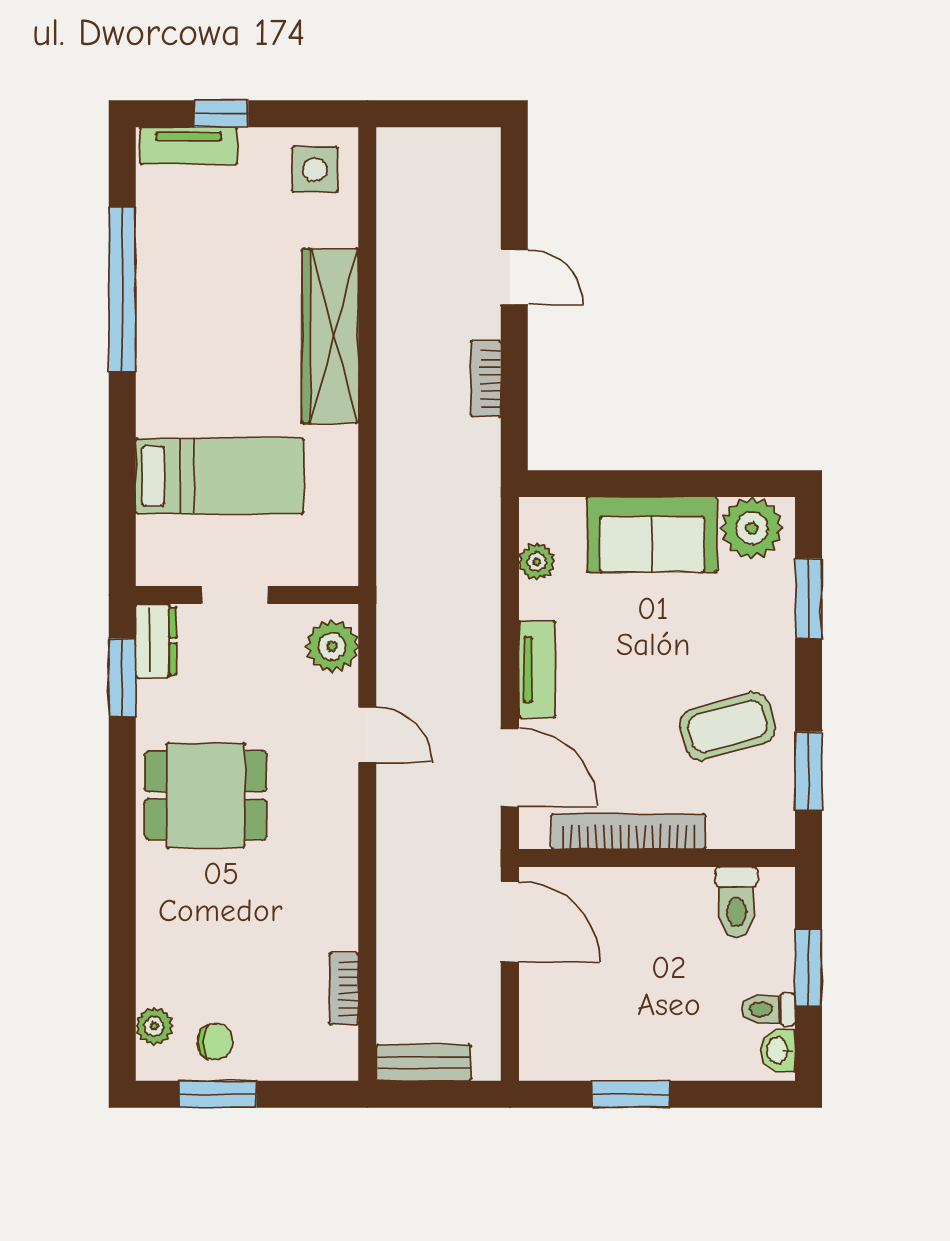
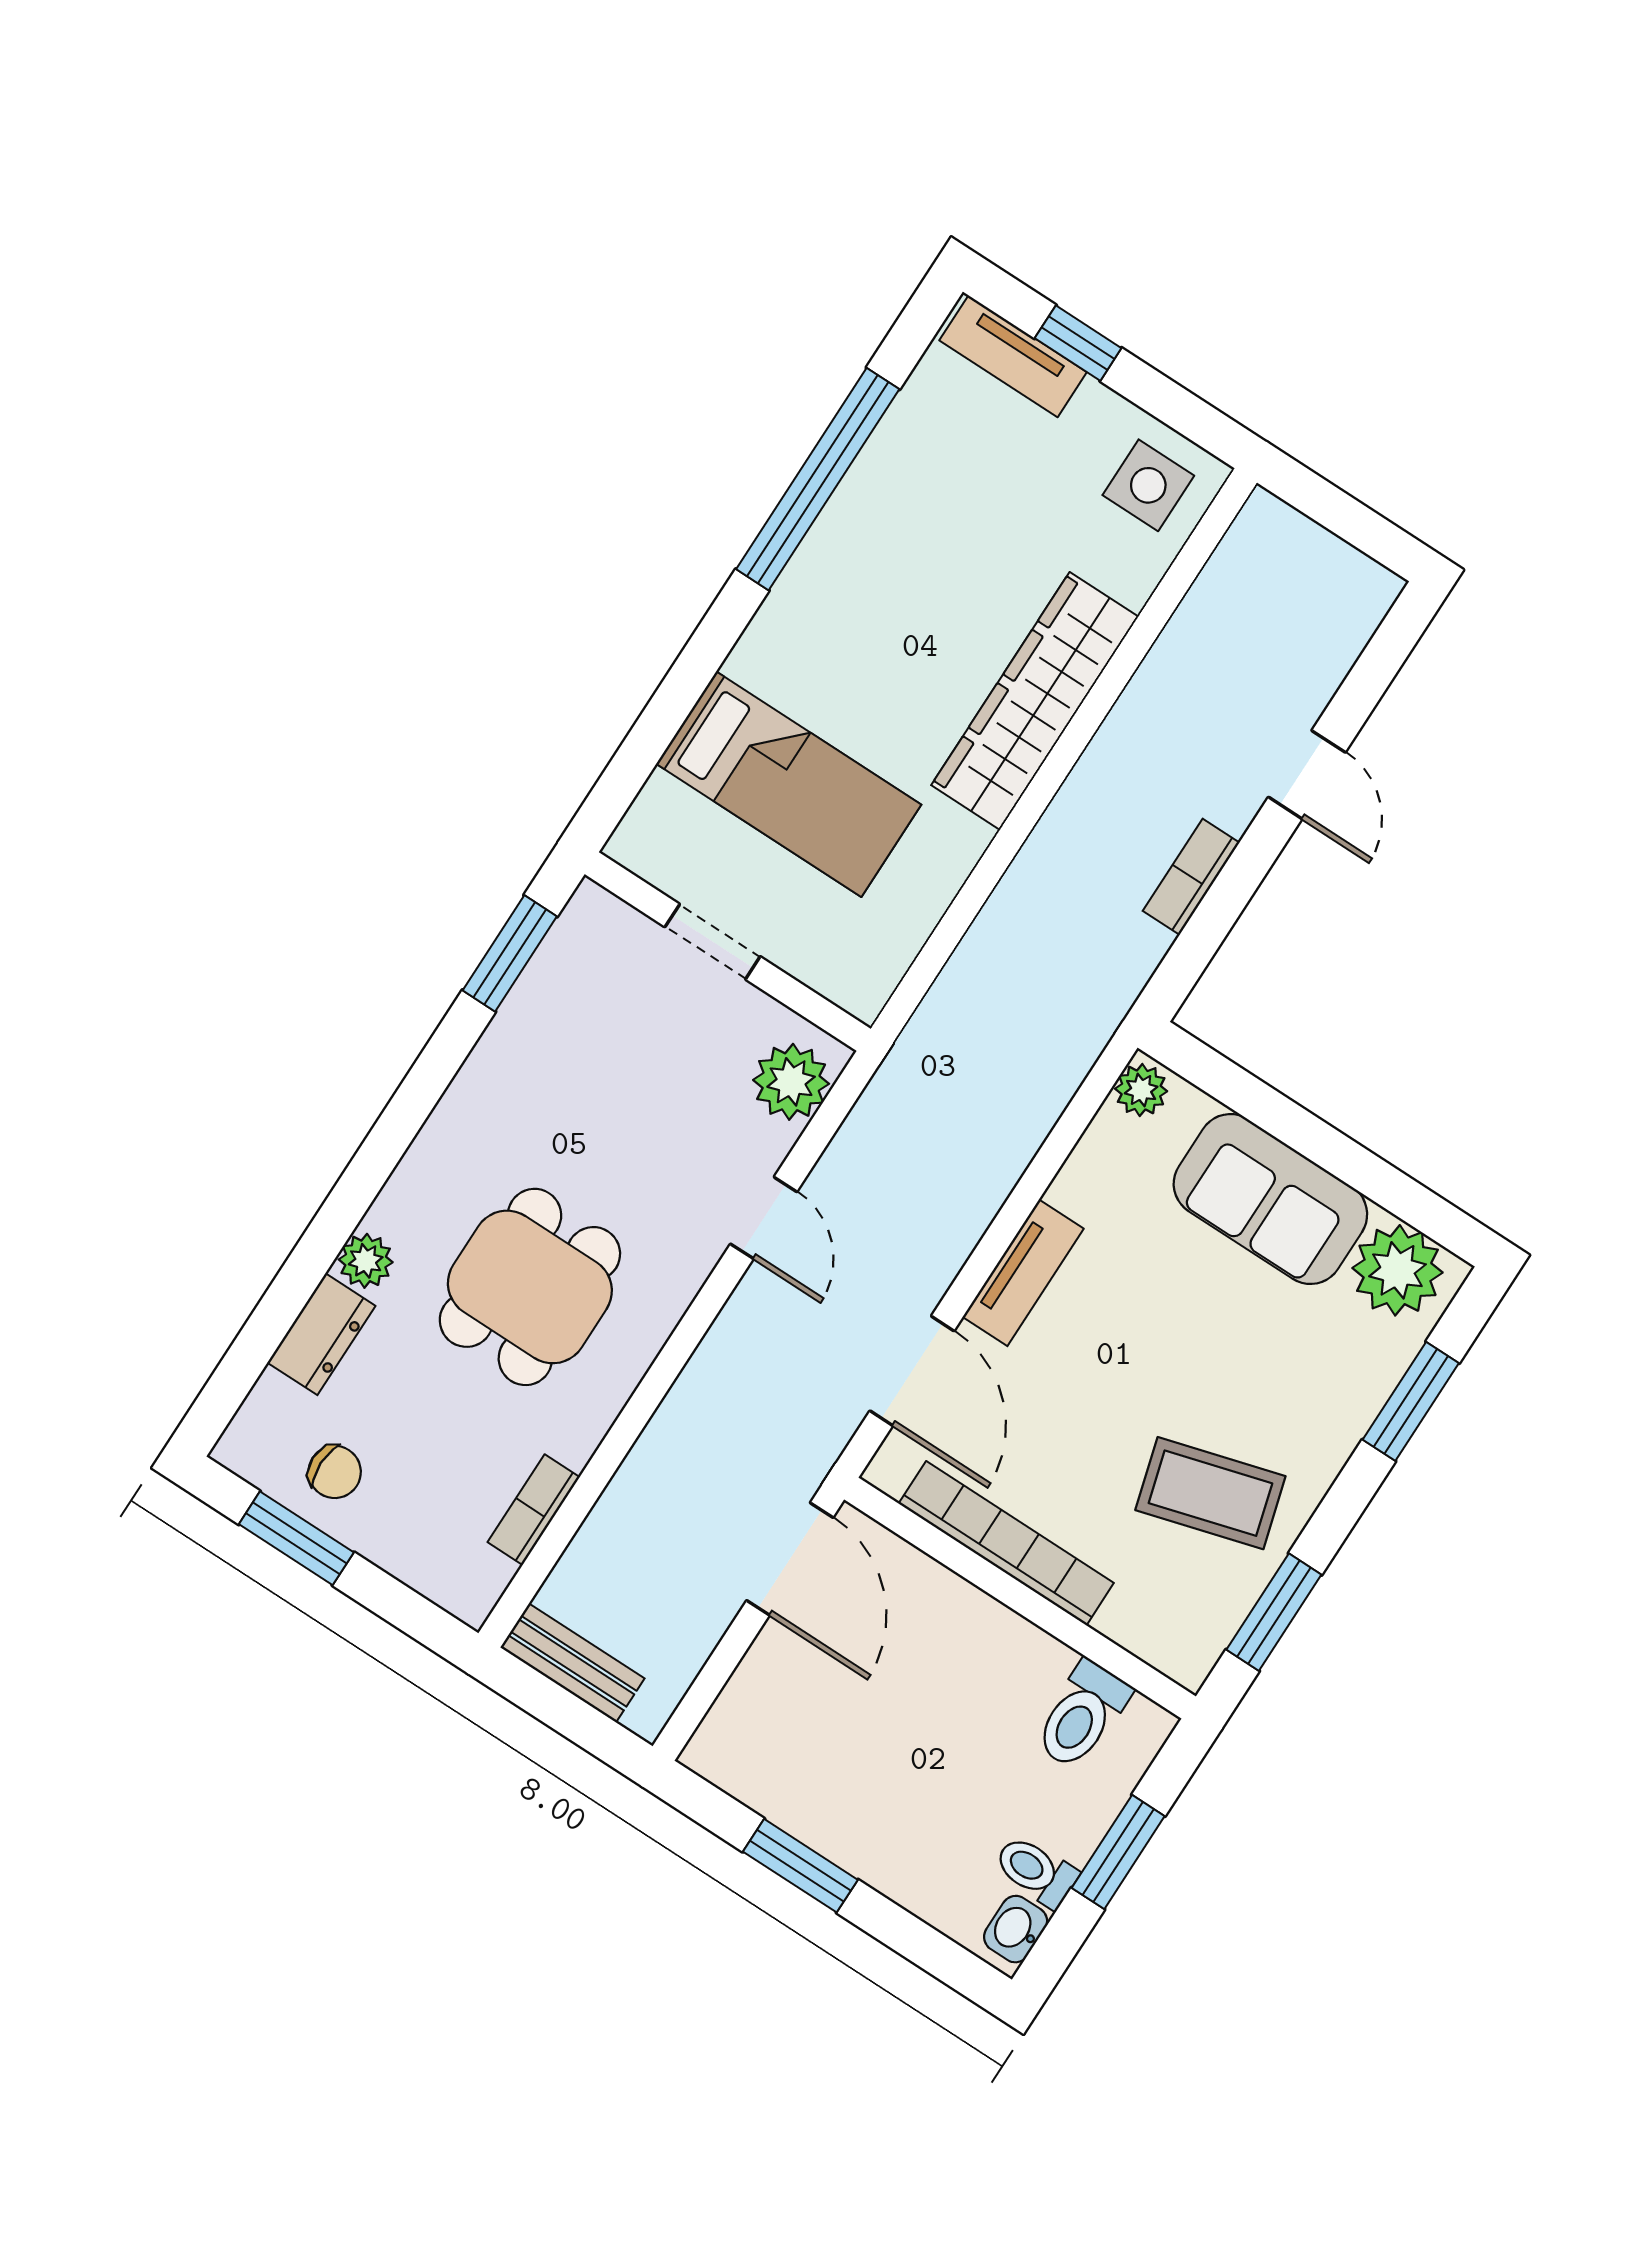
plant: (537, 562) -> (1141, 1090), moved
dresser: (156, 641) -> (321, 1334), moved
dining table: (206, 795) -> (530, 1287), moved, turned 90
plant: (154, 1026) -> (366, 1261), moved

